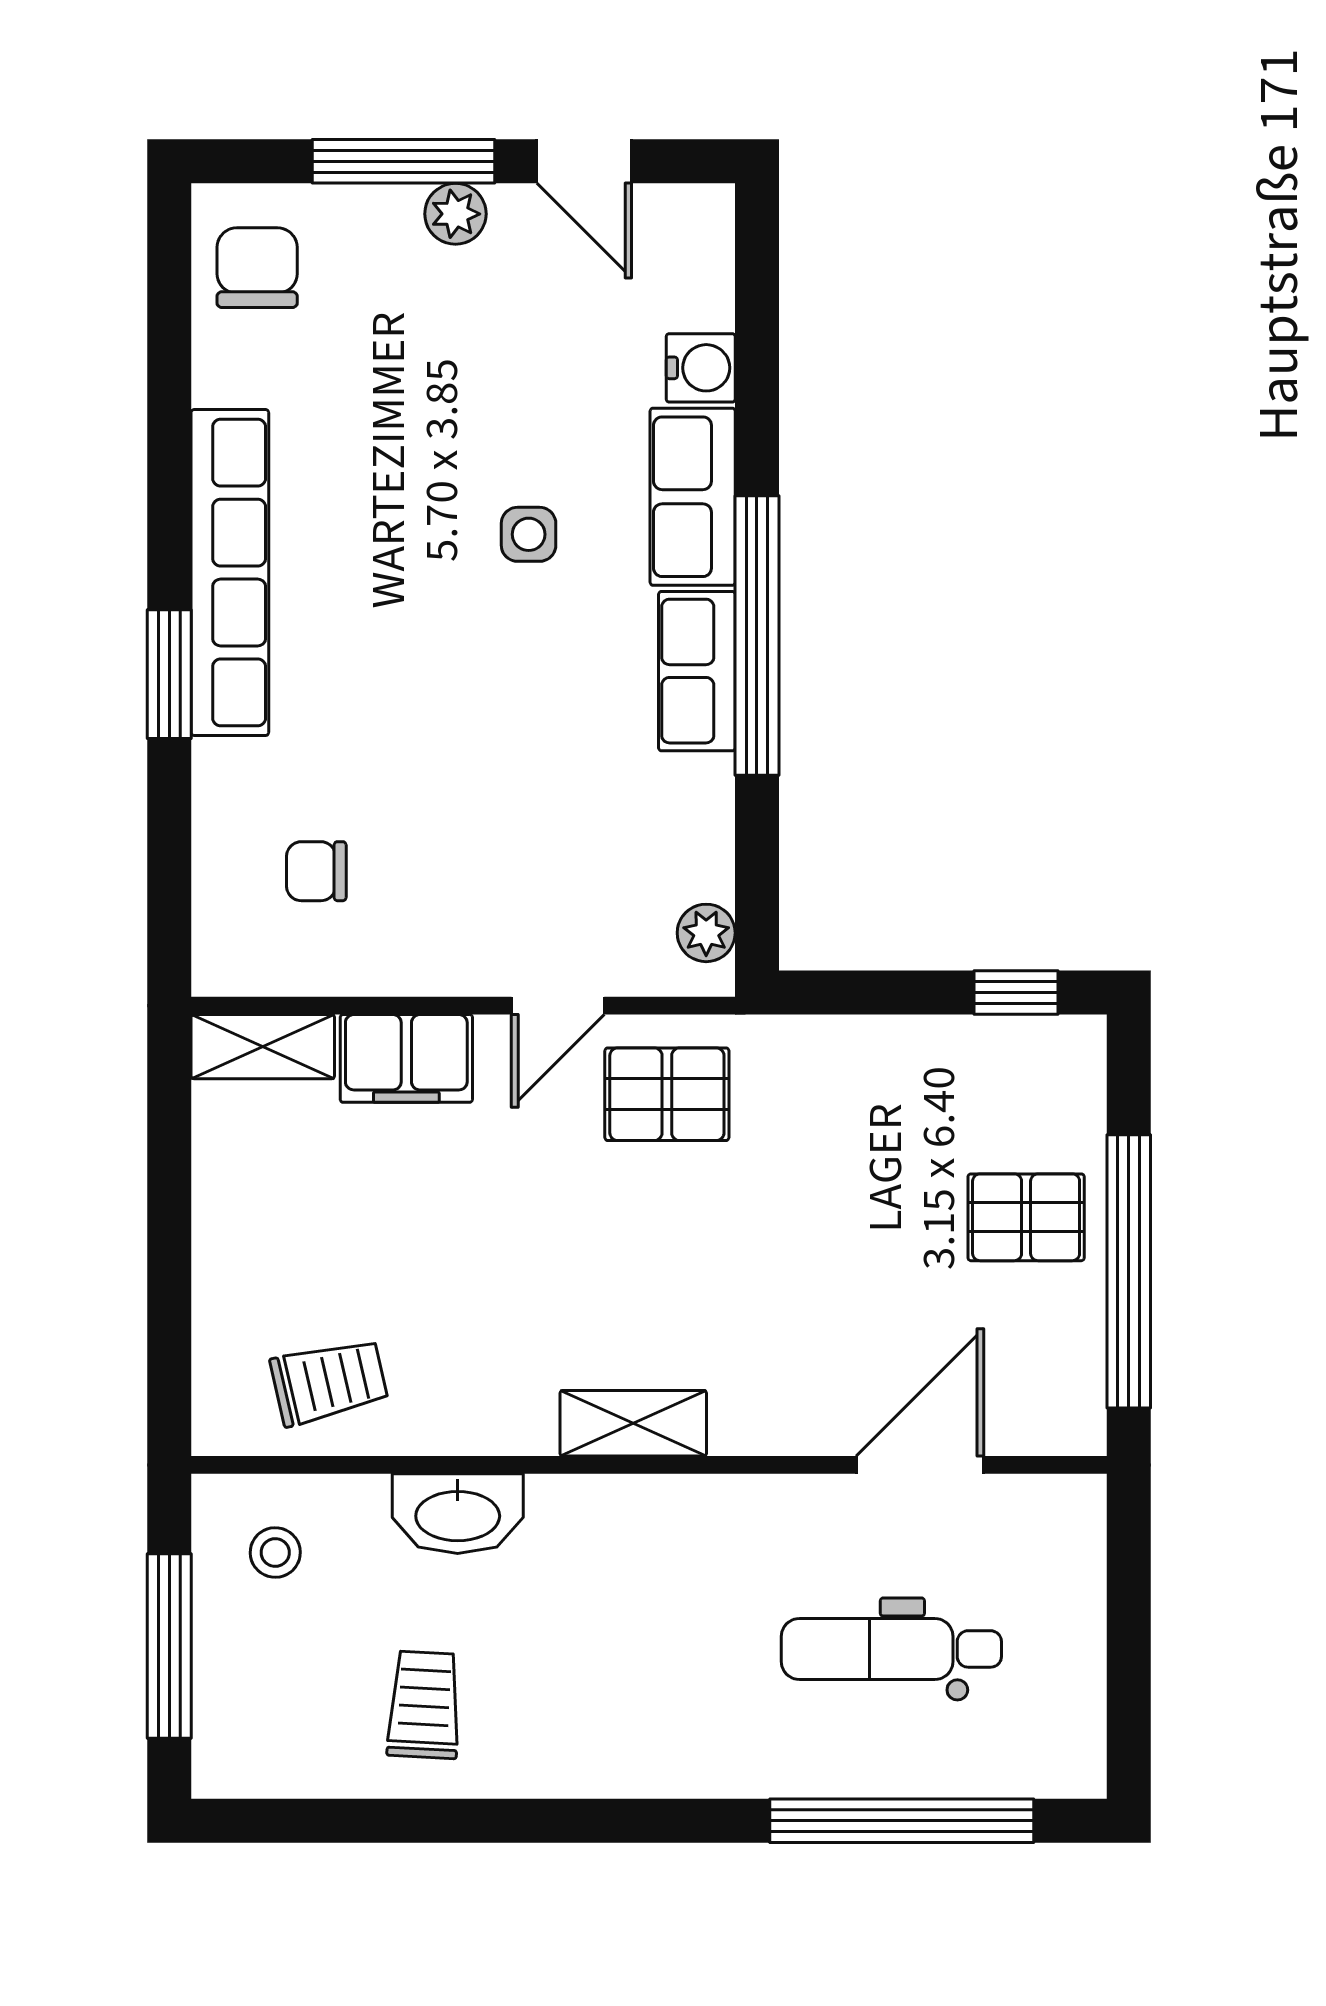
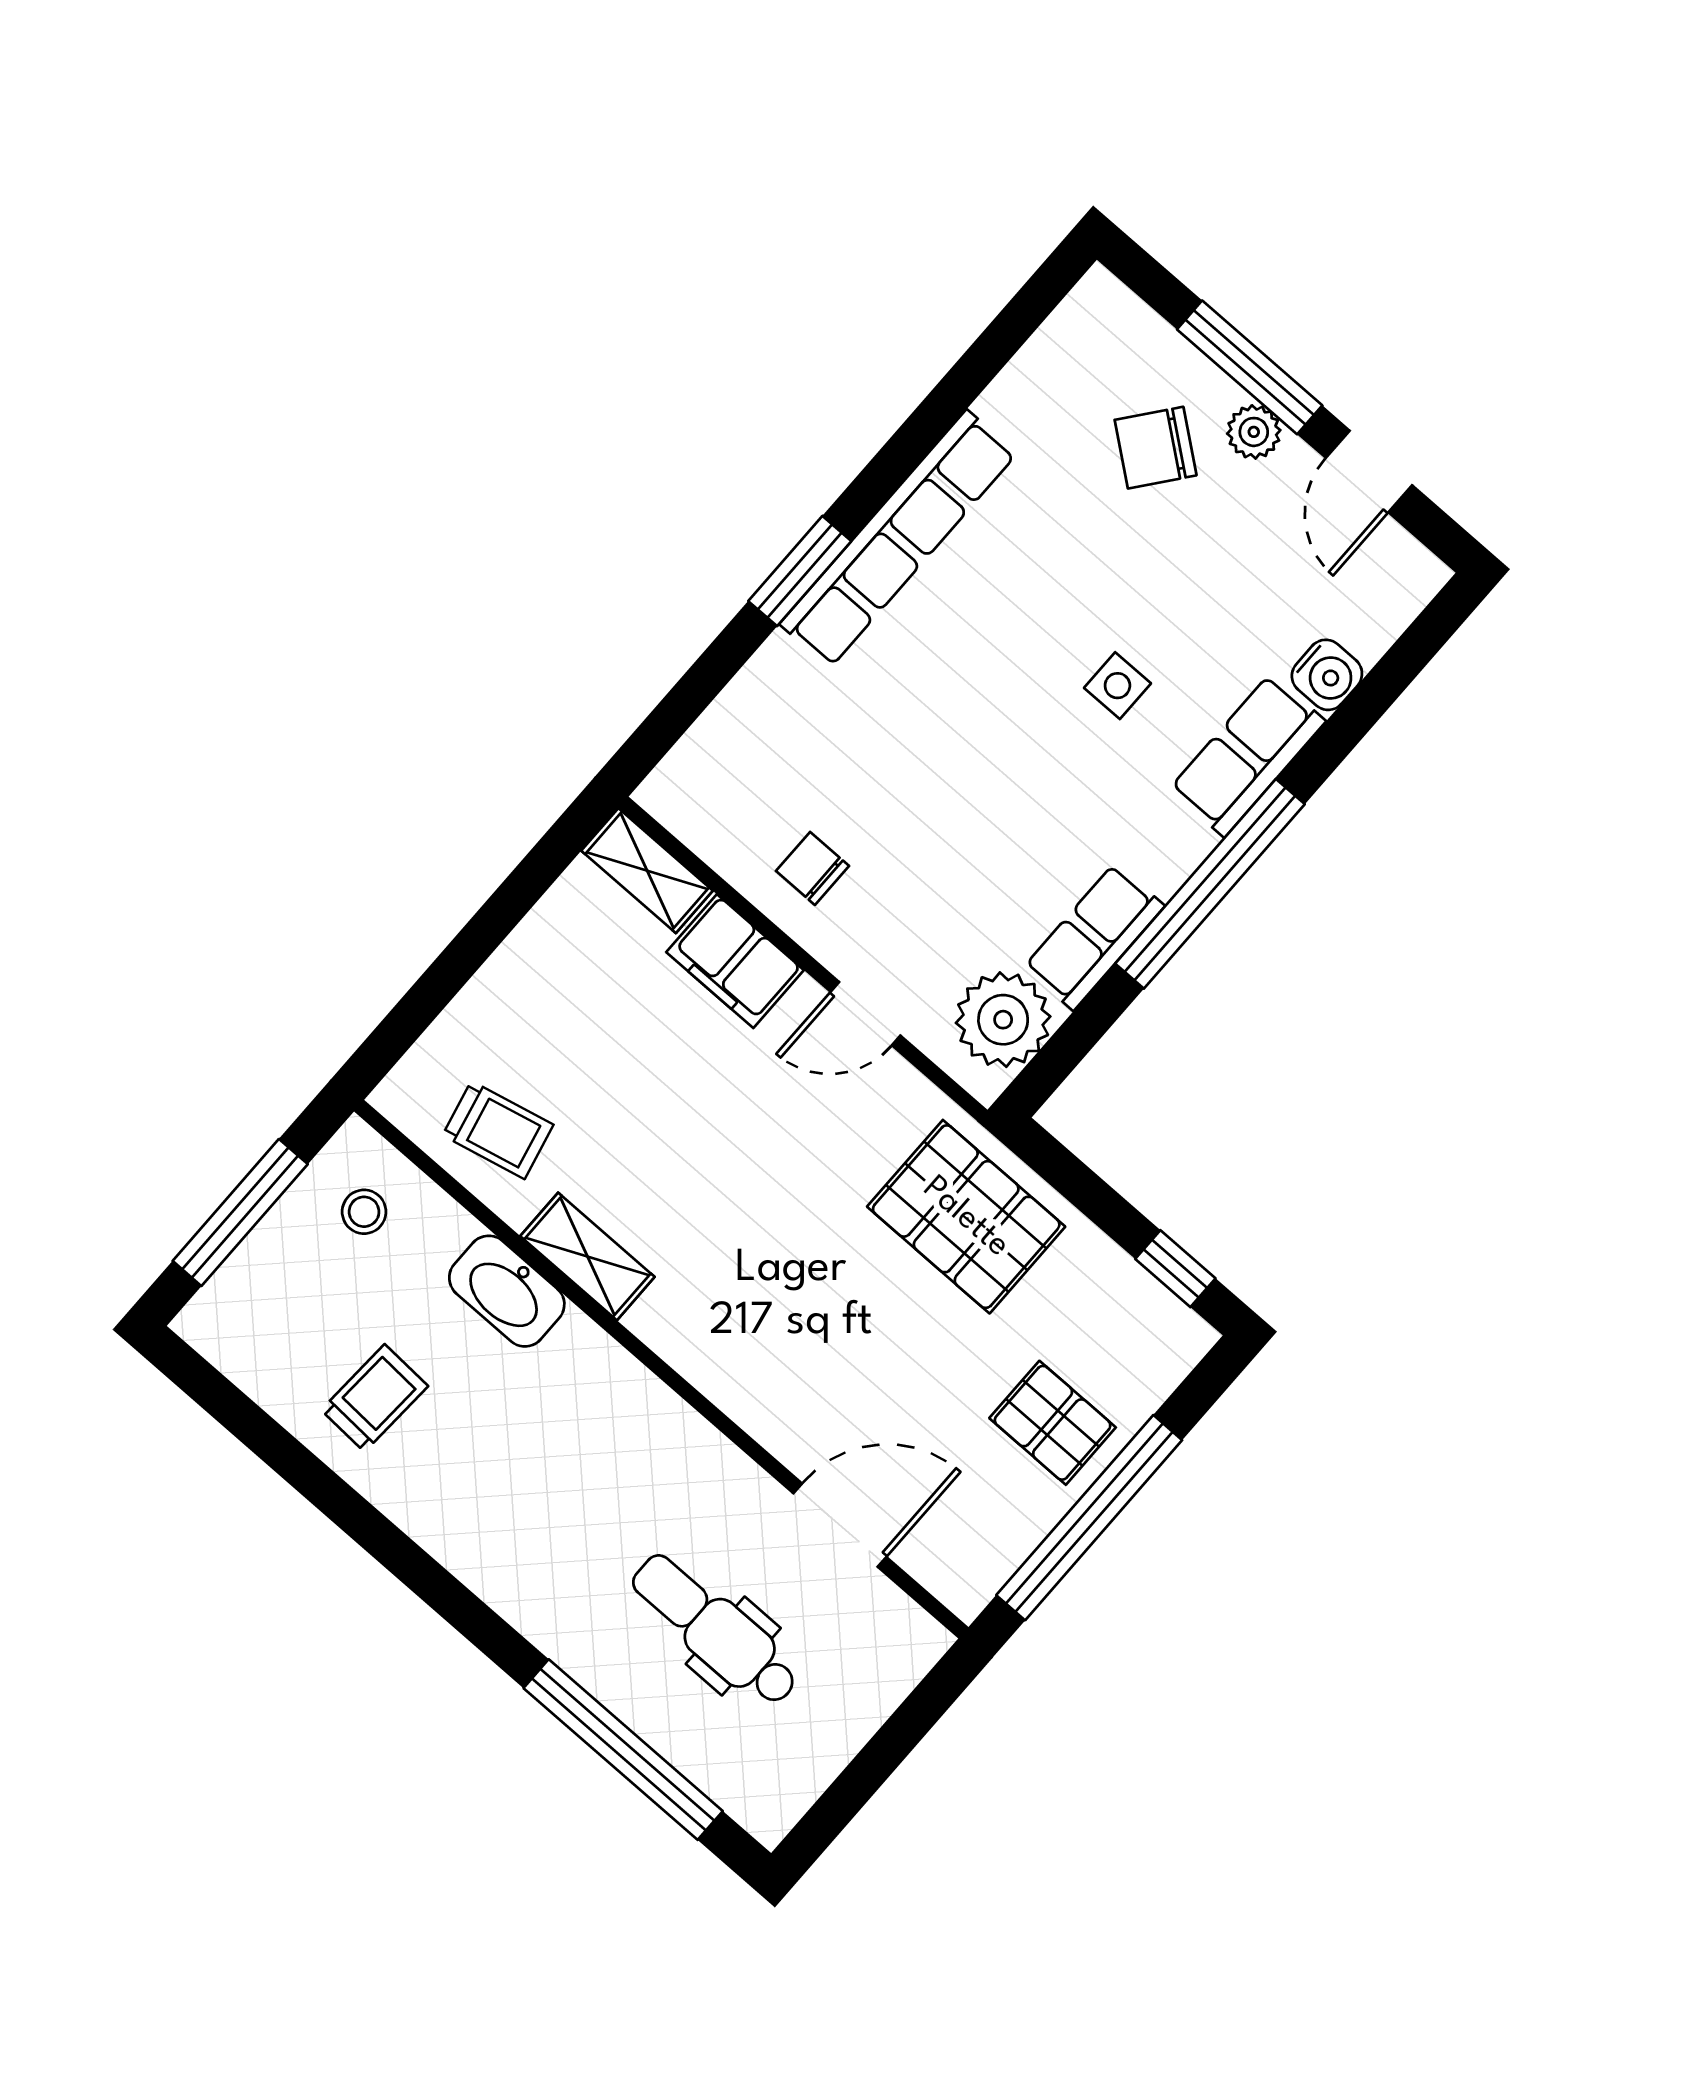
chair: (257, 268) -> (1156, 448), moved, turned -142
row of seats: (697, 671) -> (1094, 937), moved
chair: (316, 871) -> (812, 868), moved
plant: (706, 933) -> (1003, 1020), width x1.87, depth x1.87
pallet: (667, 1094) -> (966, 1217), moved, width x1.50, depth x1.42
shelving: (633, 1423) -> (587, 1256), moved

